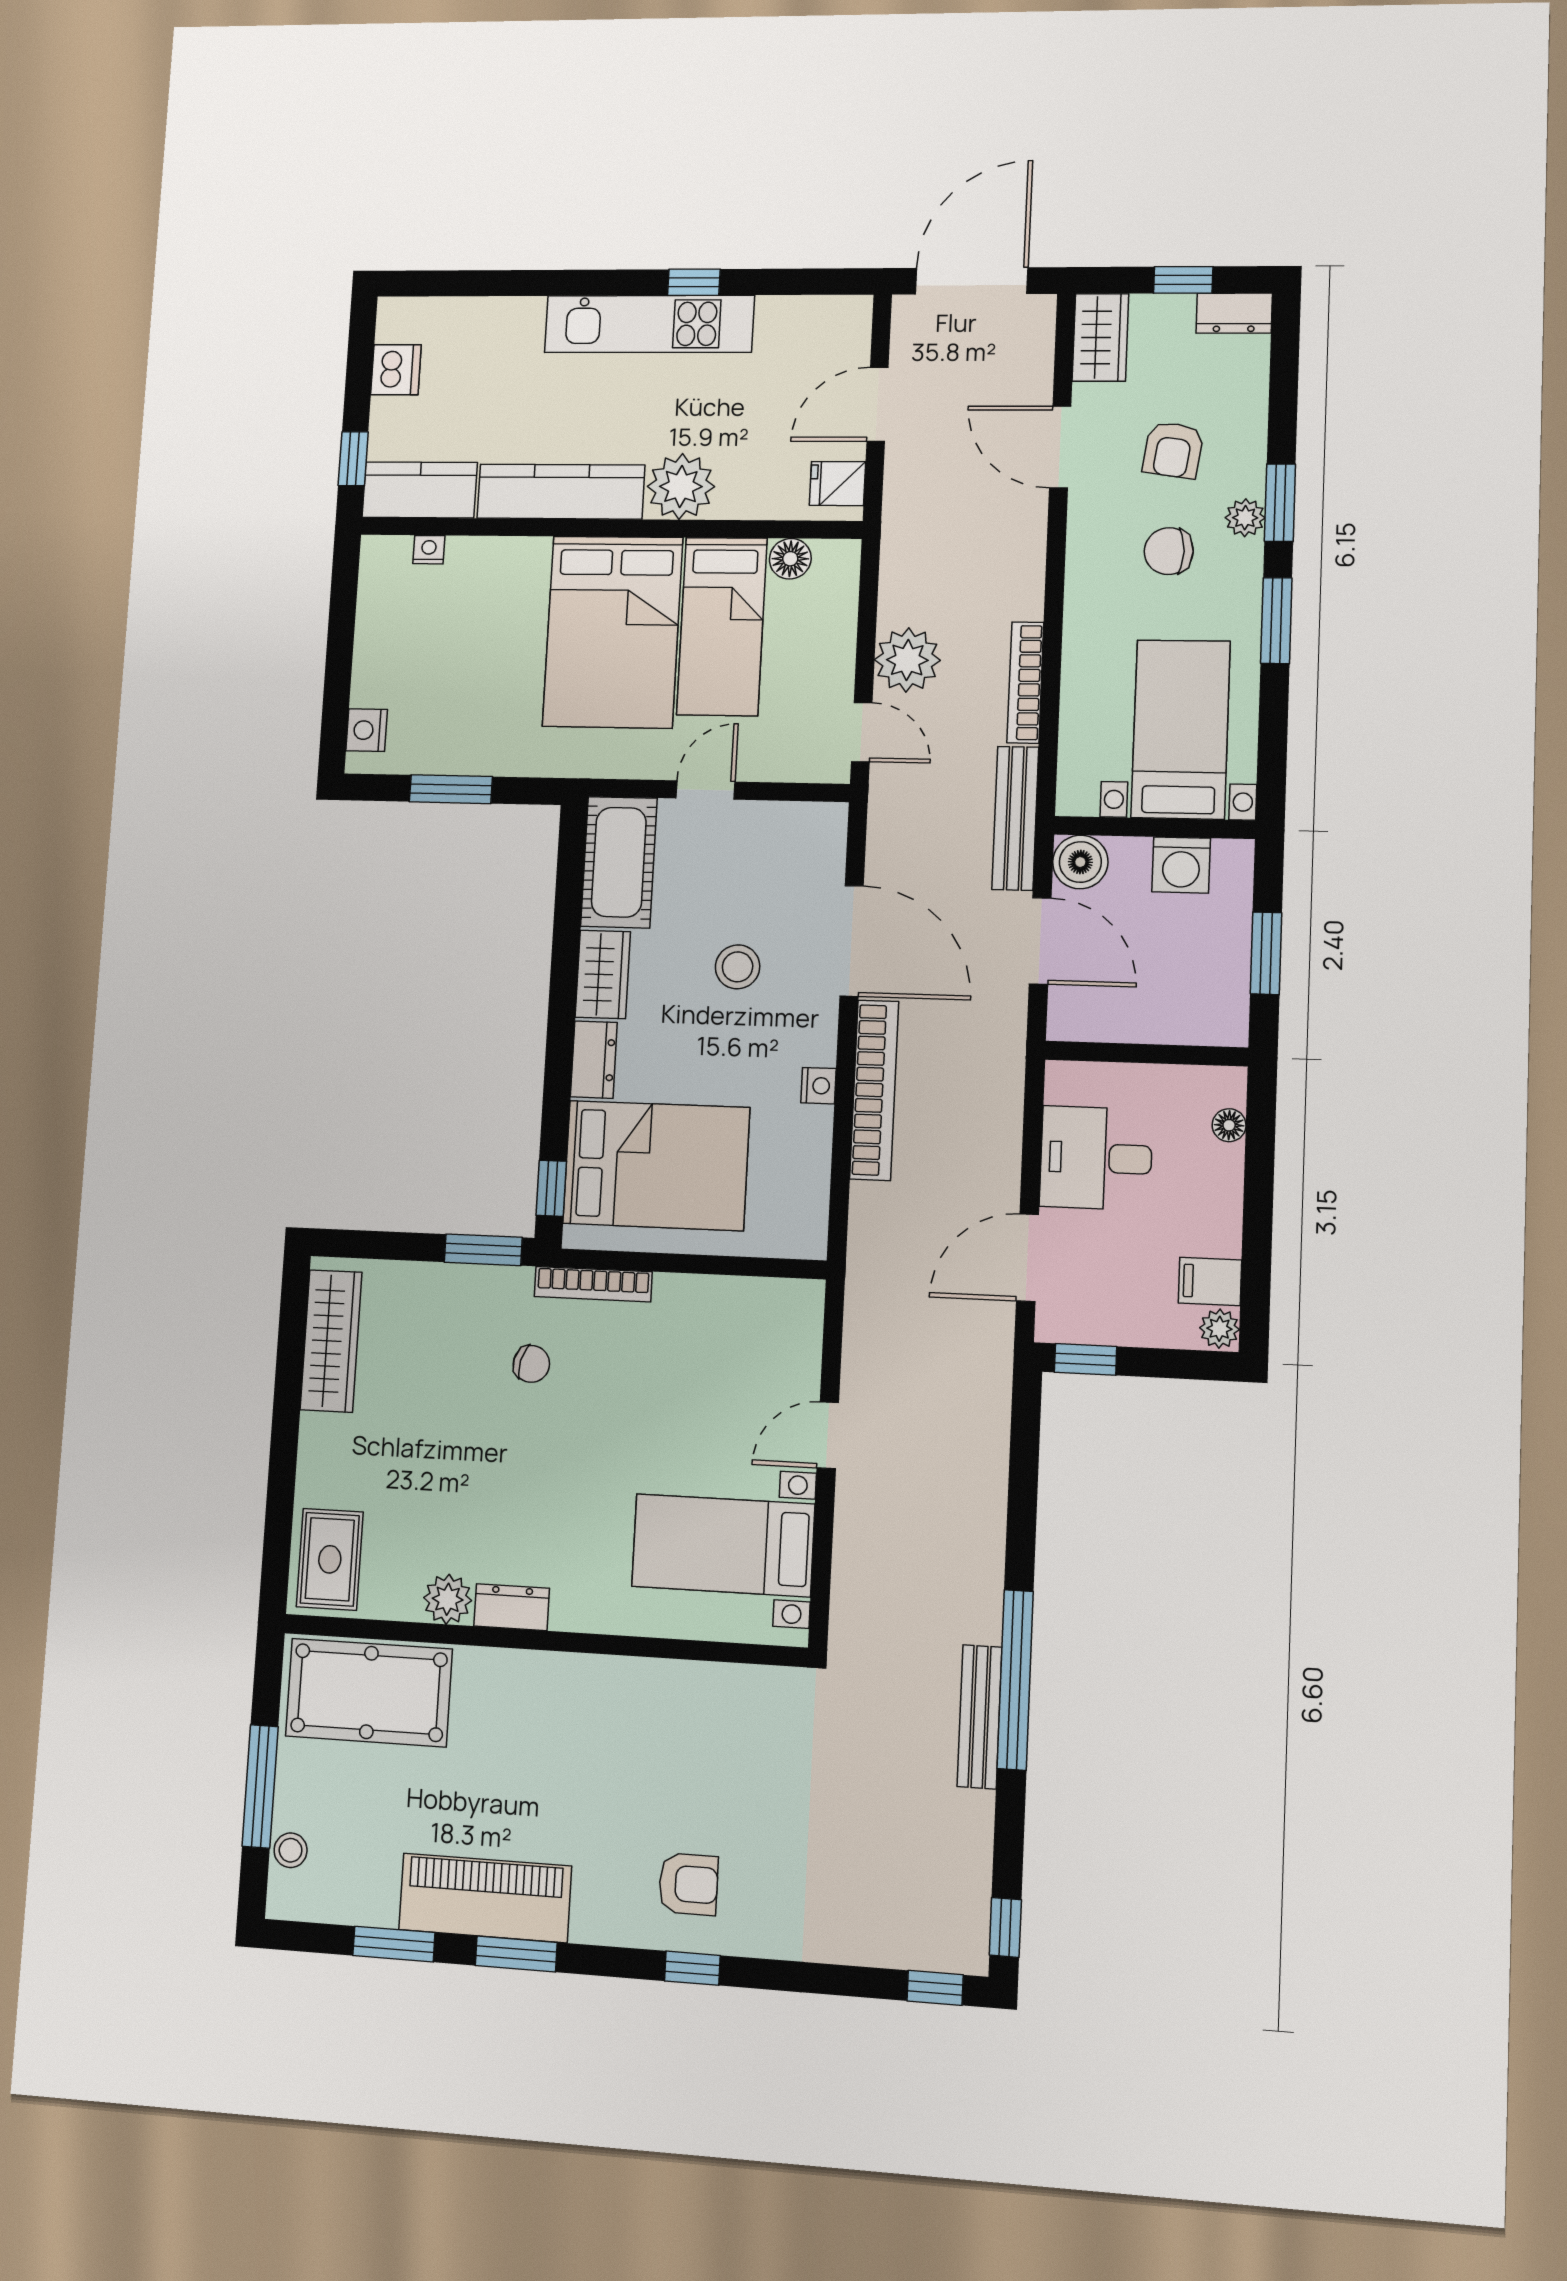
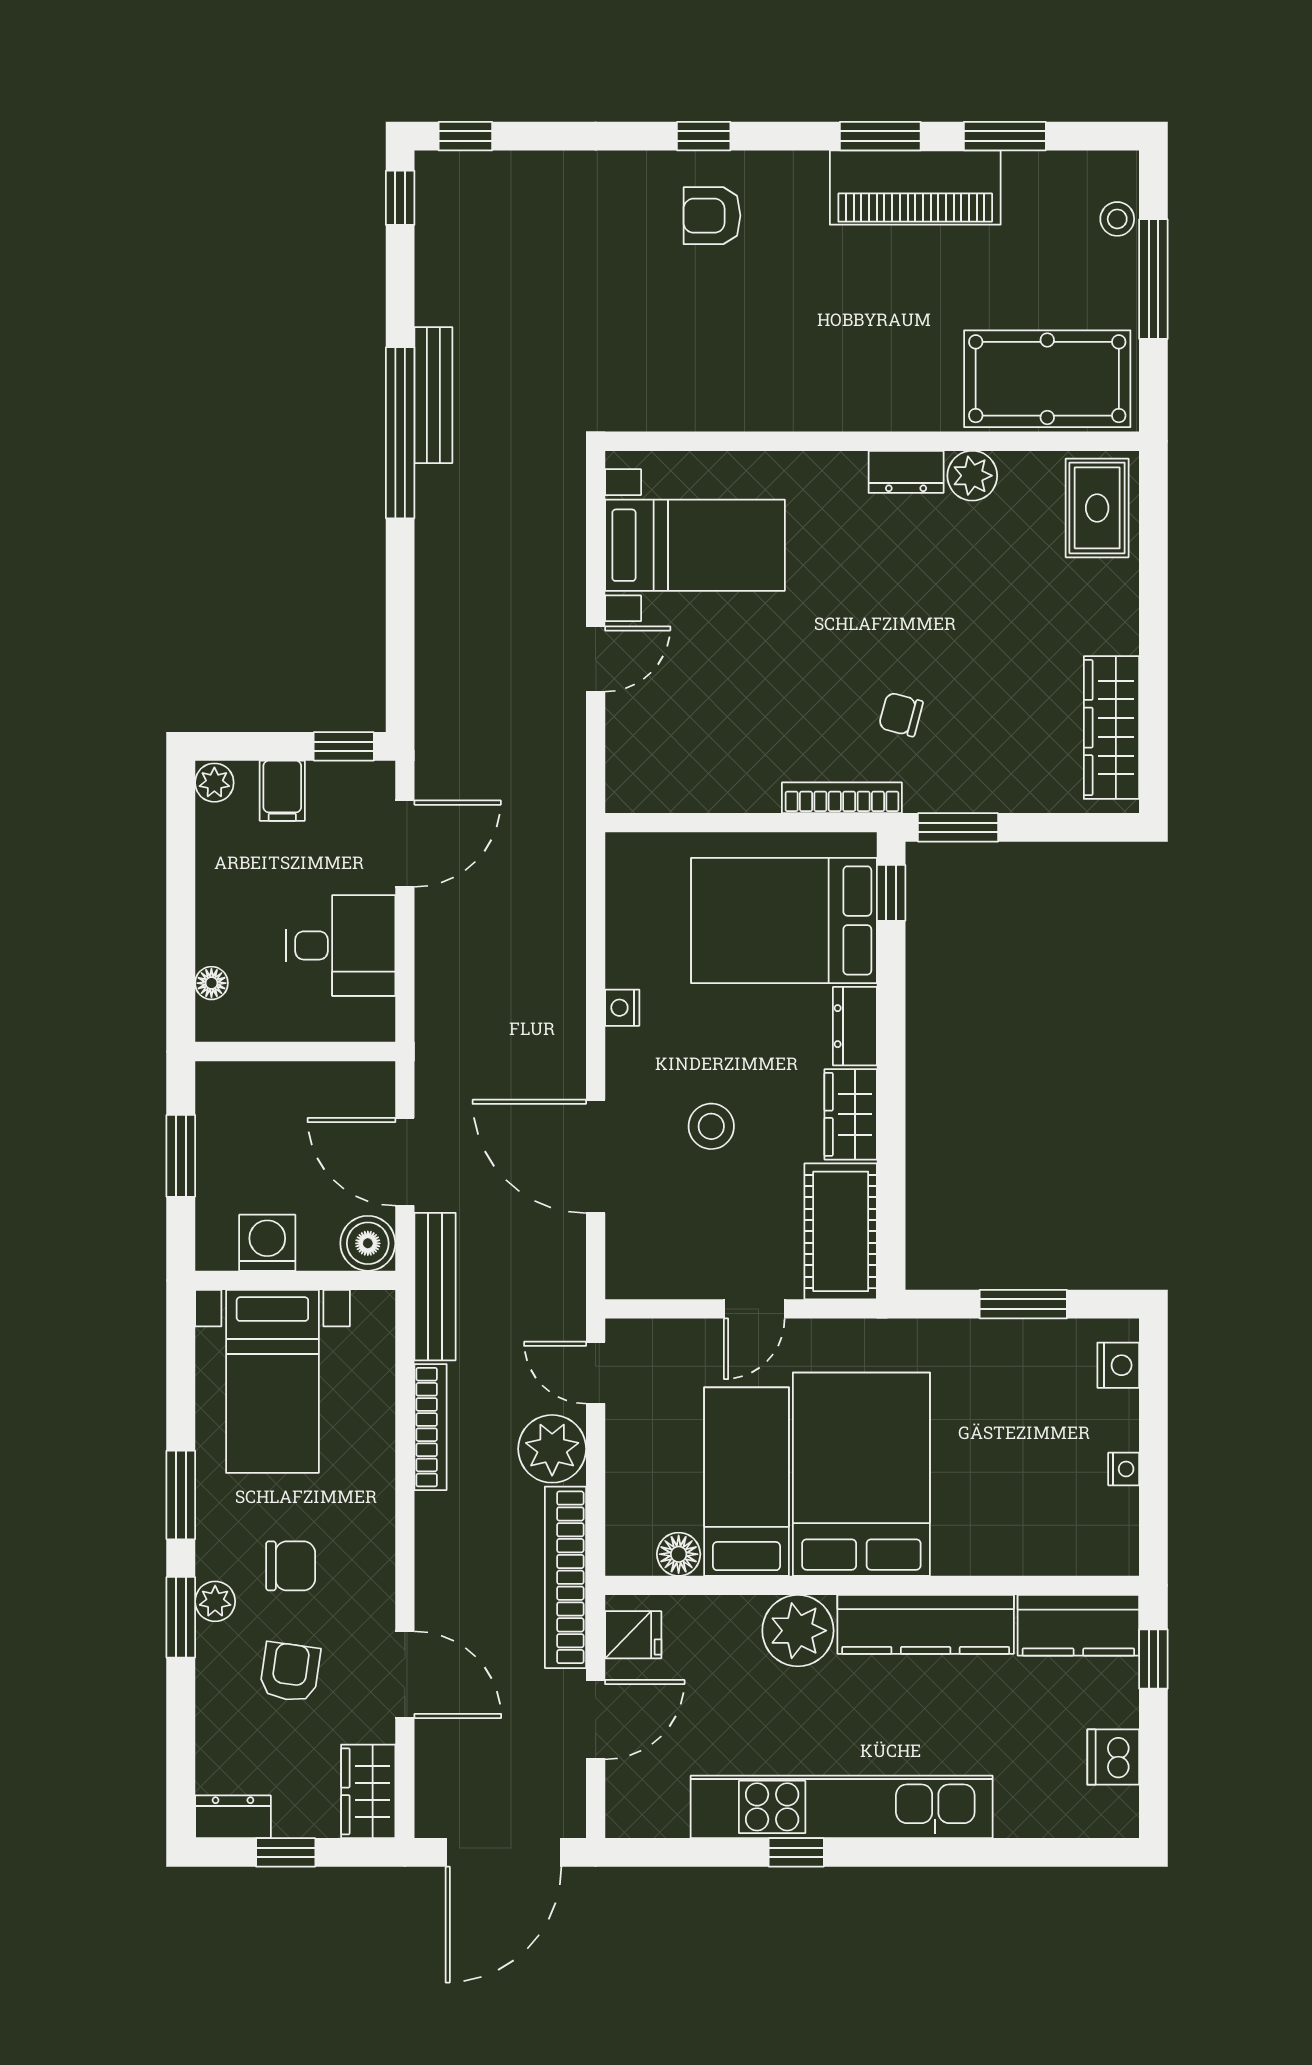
kitchen unit: (649, 324) -> (842, 1807), width x1.36
nightstand: (429, 550) -> (1124, 1469), moved, turned -90
bookcase: (874, 1090) -> (565, 1577), moved
filing cabinet: (1210, 1281) -> (282, 791), moved, turned 90

